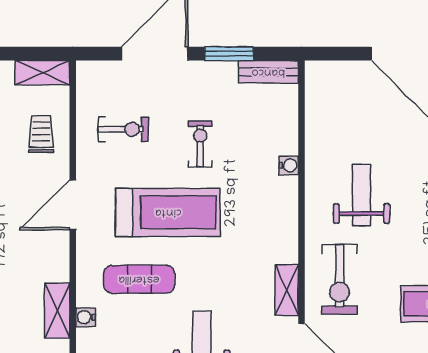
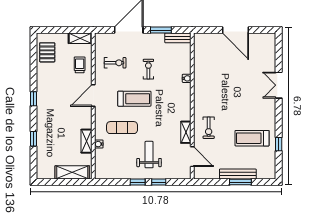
weight bench: (361, 195) -> (218, 91), removed
treadmill: (168, 212) -> (134, 99), width x0.73, depth x0.73
exercise bike: (340, 279) -> (209, 128), width x0.73, depth x0.72

